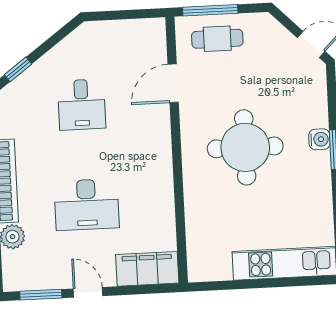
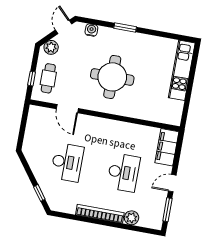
window: (210, 10) -> (32, 79), width x0.46
plant: (271, 31) -> (51, 47), added
desk: (82, 105) -> (67, 162), width x1.37
water cooler: (319, 139) -> (91, 30), moved

